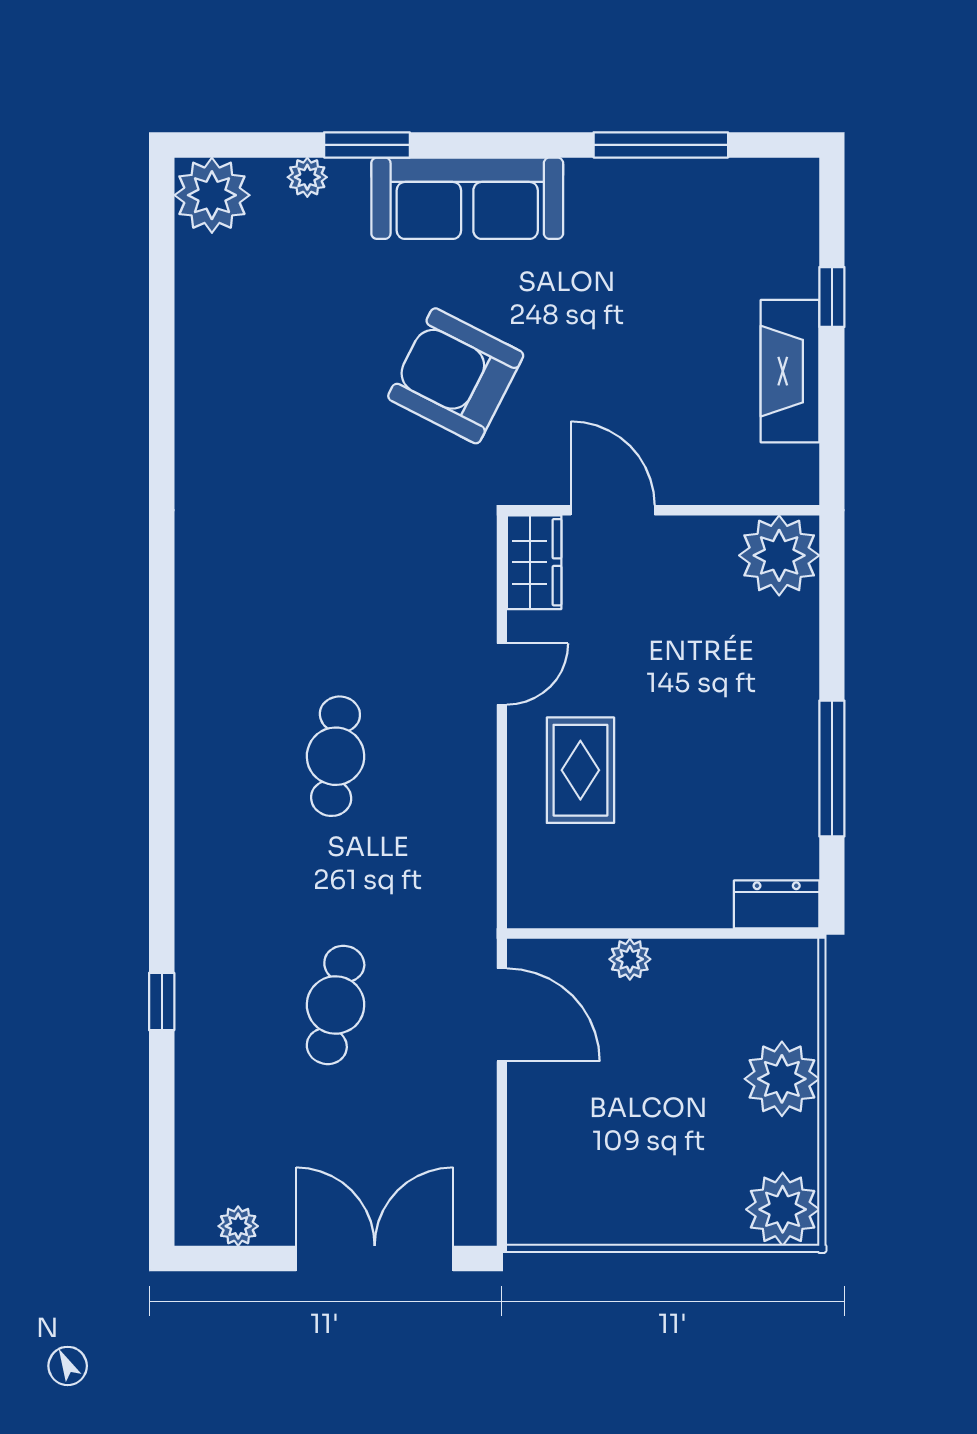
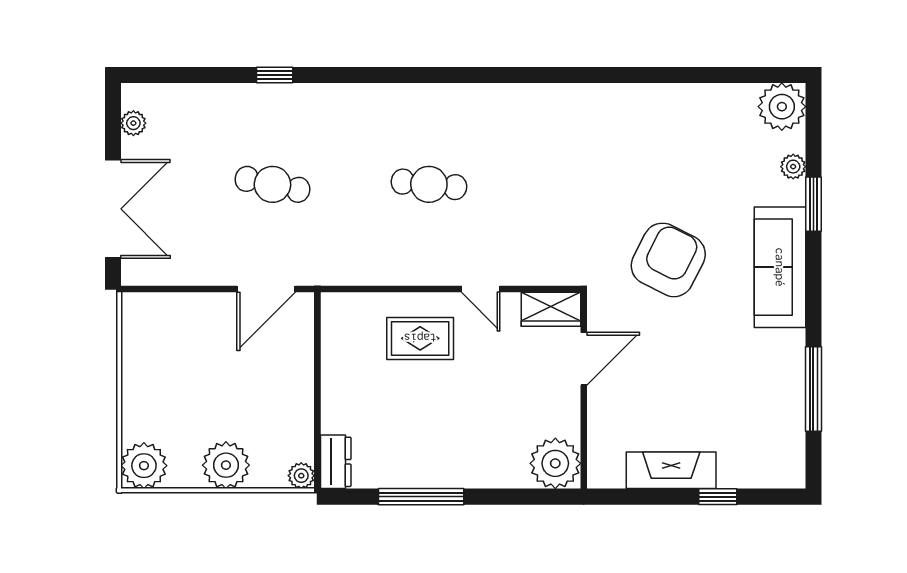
plant: (630, 959) -> (301, 476), moved

